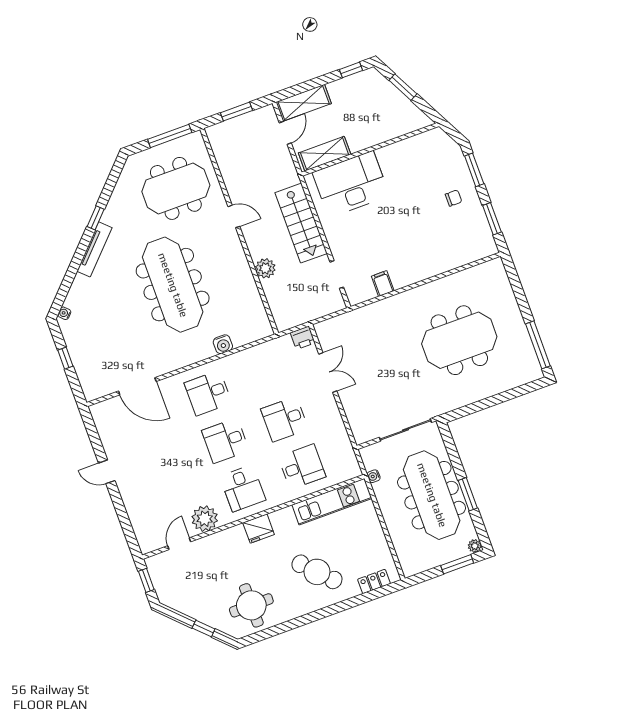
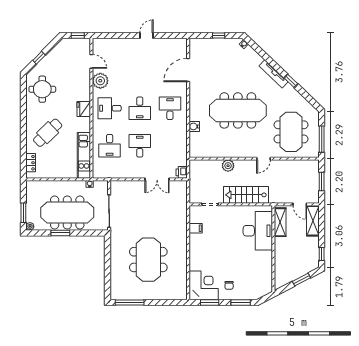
corner desk: (468, 238) -> (204, 285), added
desk: (225, 441) -> (140, 108), turned 180

